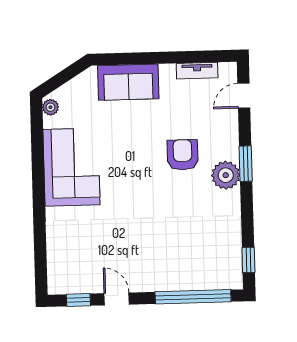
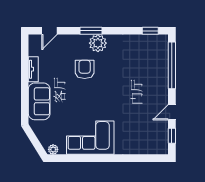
tv unit: (197, 71) -> (33, 69), moved
door: (244, 96) -> (49, 31), hinge flipped
armchair: (183, 155) -> (85, 69), turned 90

